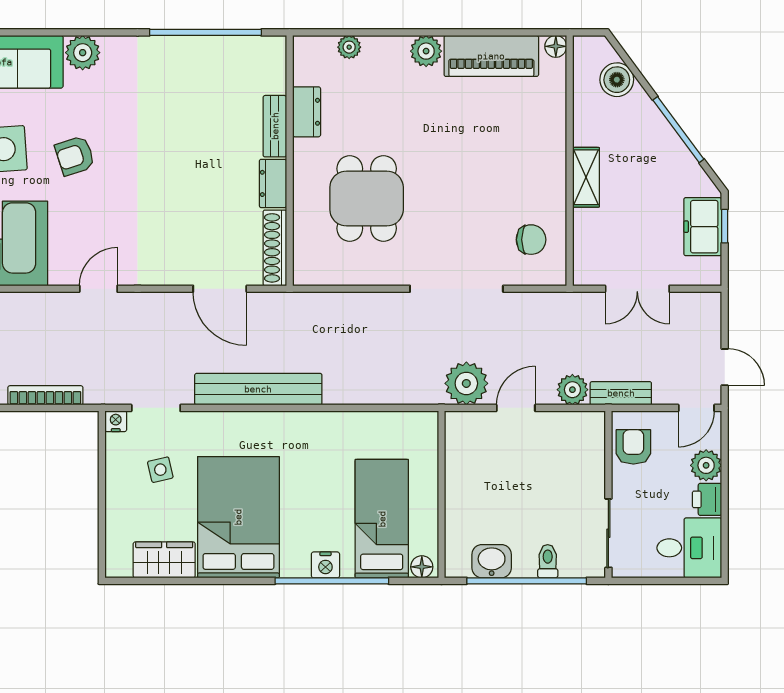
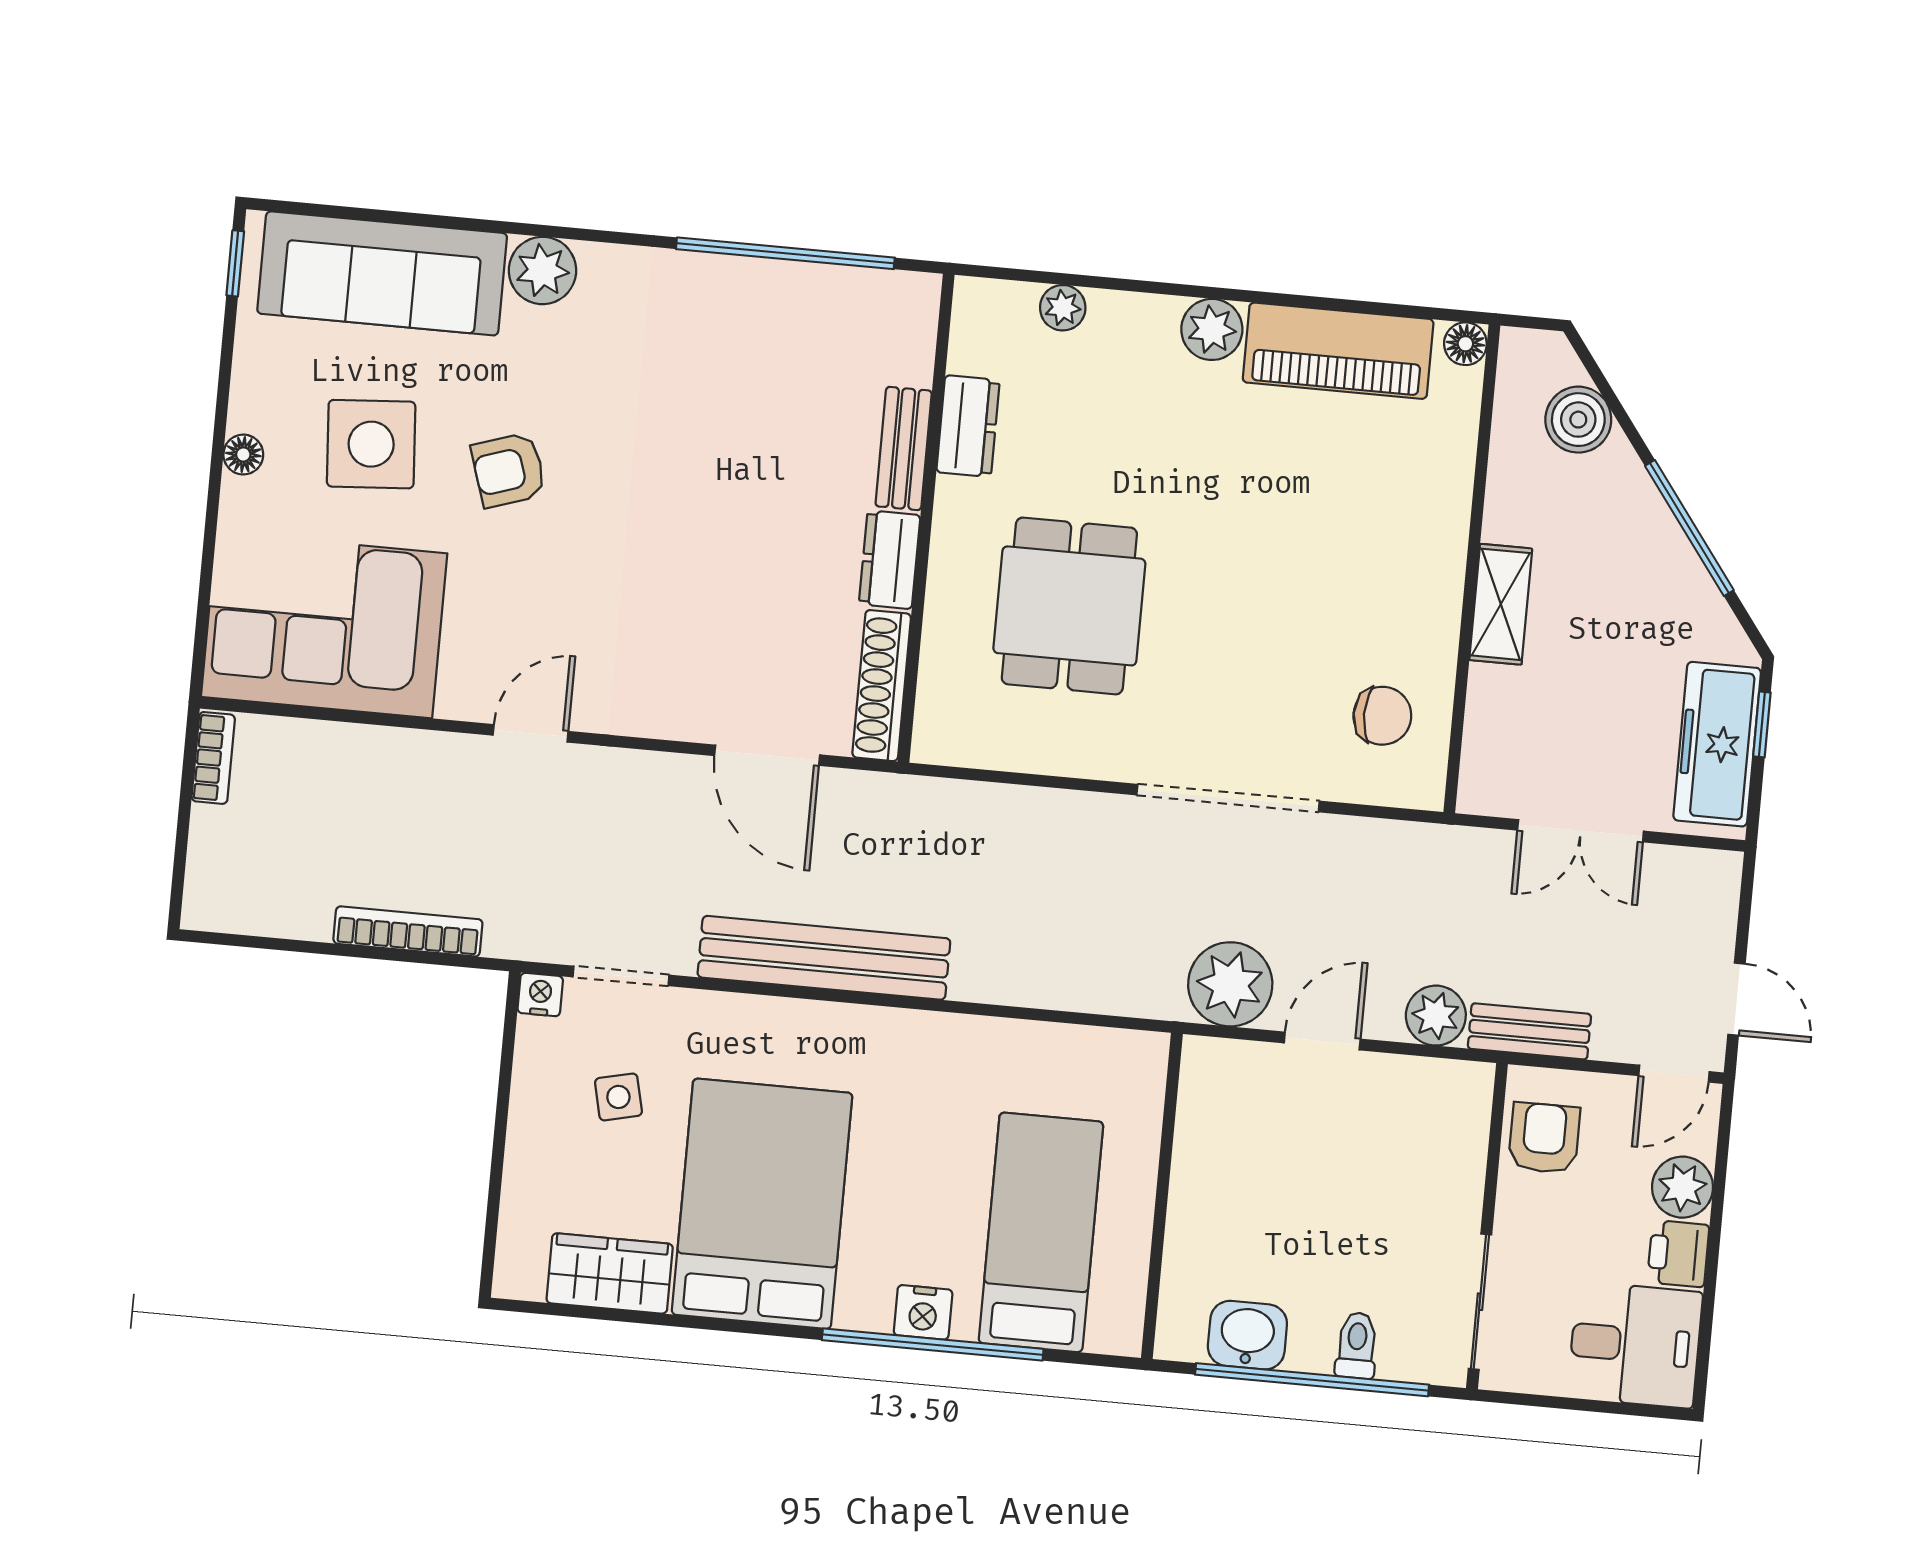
freezer: (703, 227) -> (1717, 744), width x1.40
floor lamp: (422, 567) -> (1110, 1333), removed

